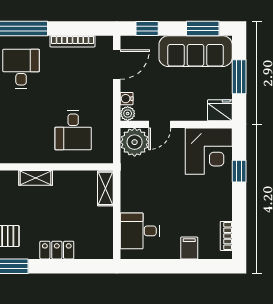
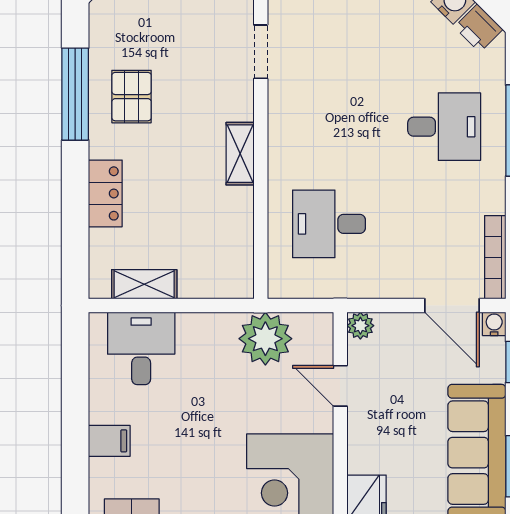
bookcase: (72, 41) -> (495, 257), moved
water cooler: (127, 99) -> (494, 324), moved
plant: (135, 142) -> (265, 339), moved
shelving: (105, 188) -> (144, 284), moved

